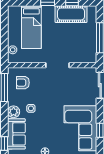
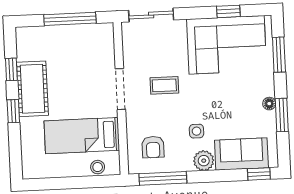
cot: (71, 14) -> (32, 89), moved
bed: (31, 27) -> (82, 136), moved, turned 180
coffee table: (58, 91) -> (164, 85), added

